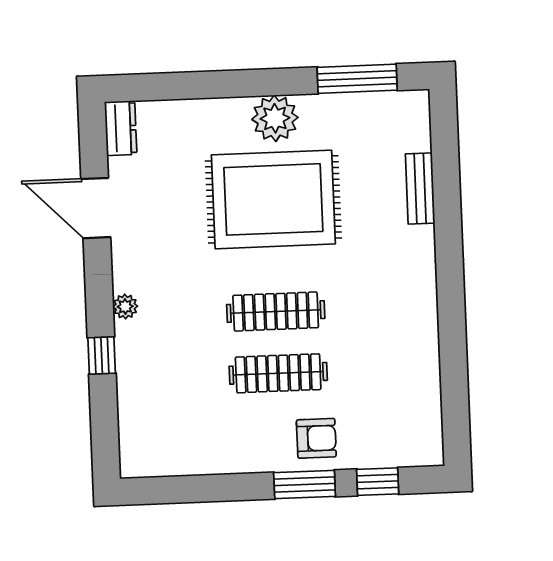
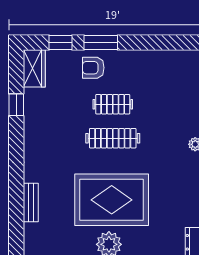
window: (454, 365) -> (16, 105), added
clothes rail: (278, 373) -> (113, 104), width x0.73
wardrobe: (424, 433) -> (34, 68), added

